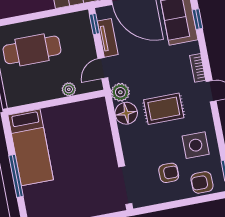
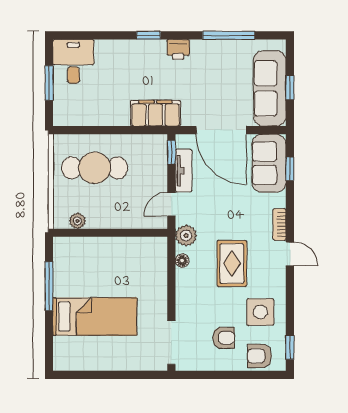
plant: (69, 89) -> (77, 221), moved
rug: (164, 109) -> (232, 264), turned 90
floor lamp: (126, 113) -> (182, 261), width x0.53, depth x0.53
bed: (31, 147) -> (95, 317), moved, turned -90
window: (16, 176) -> (49, 286), moved

